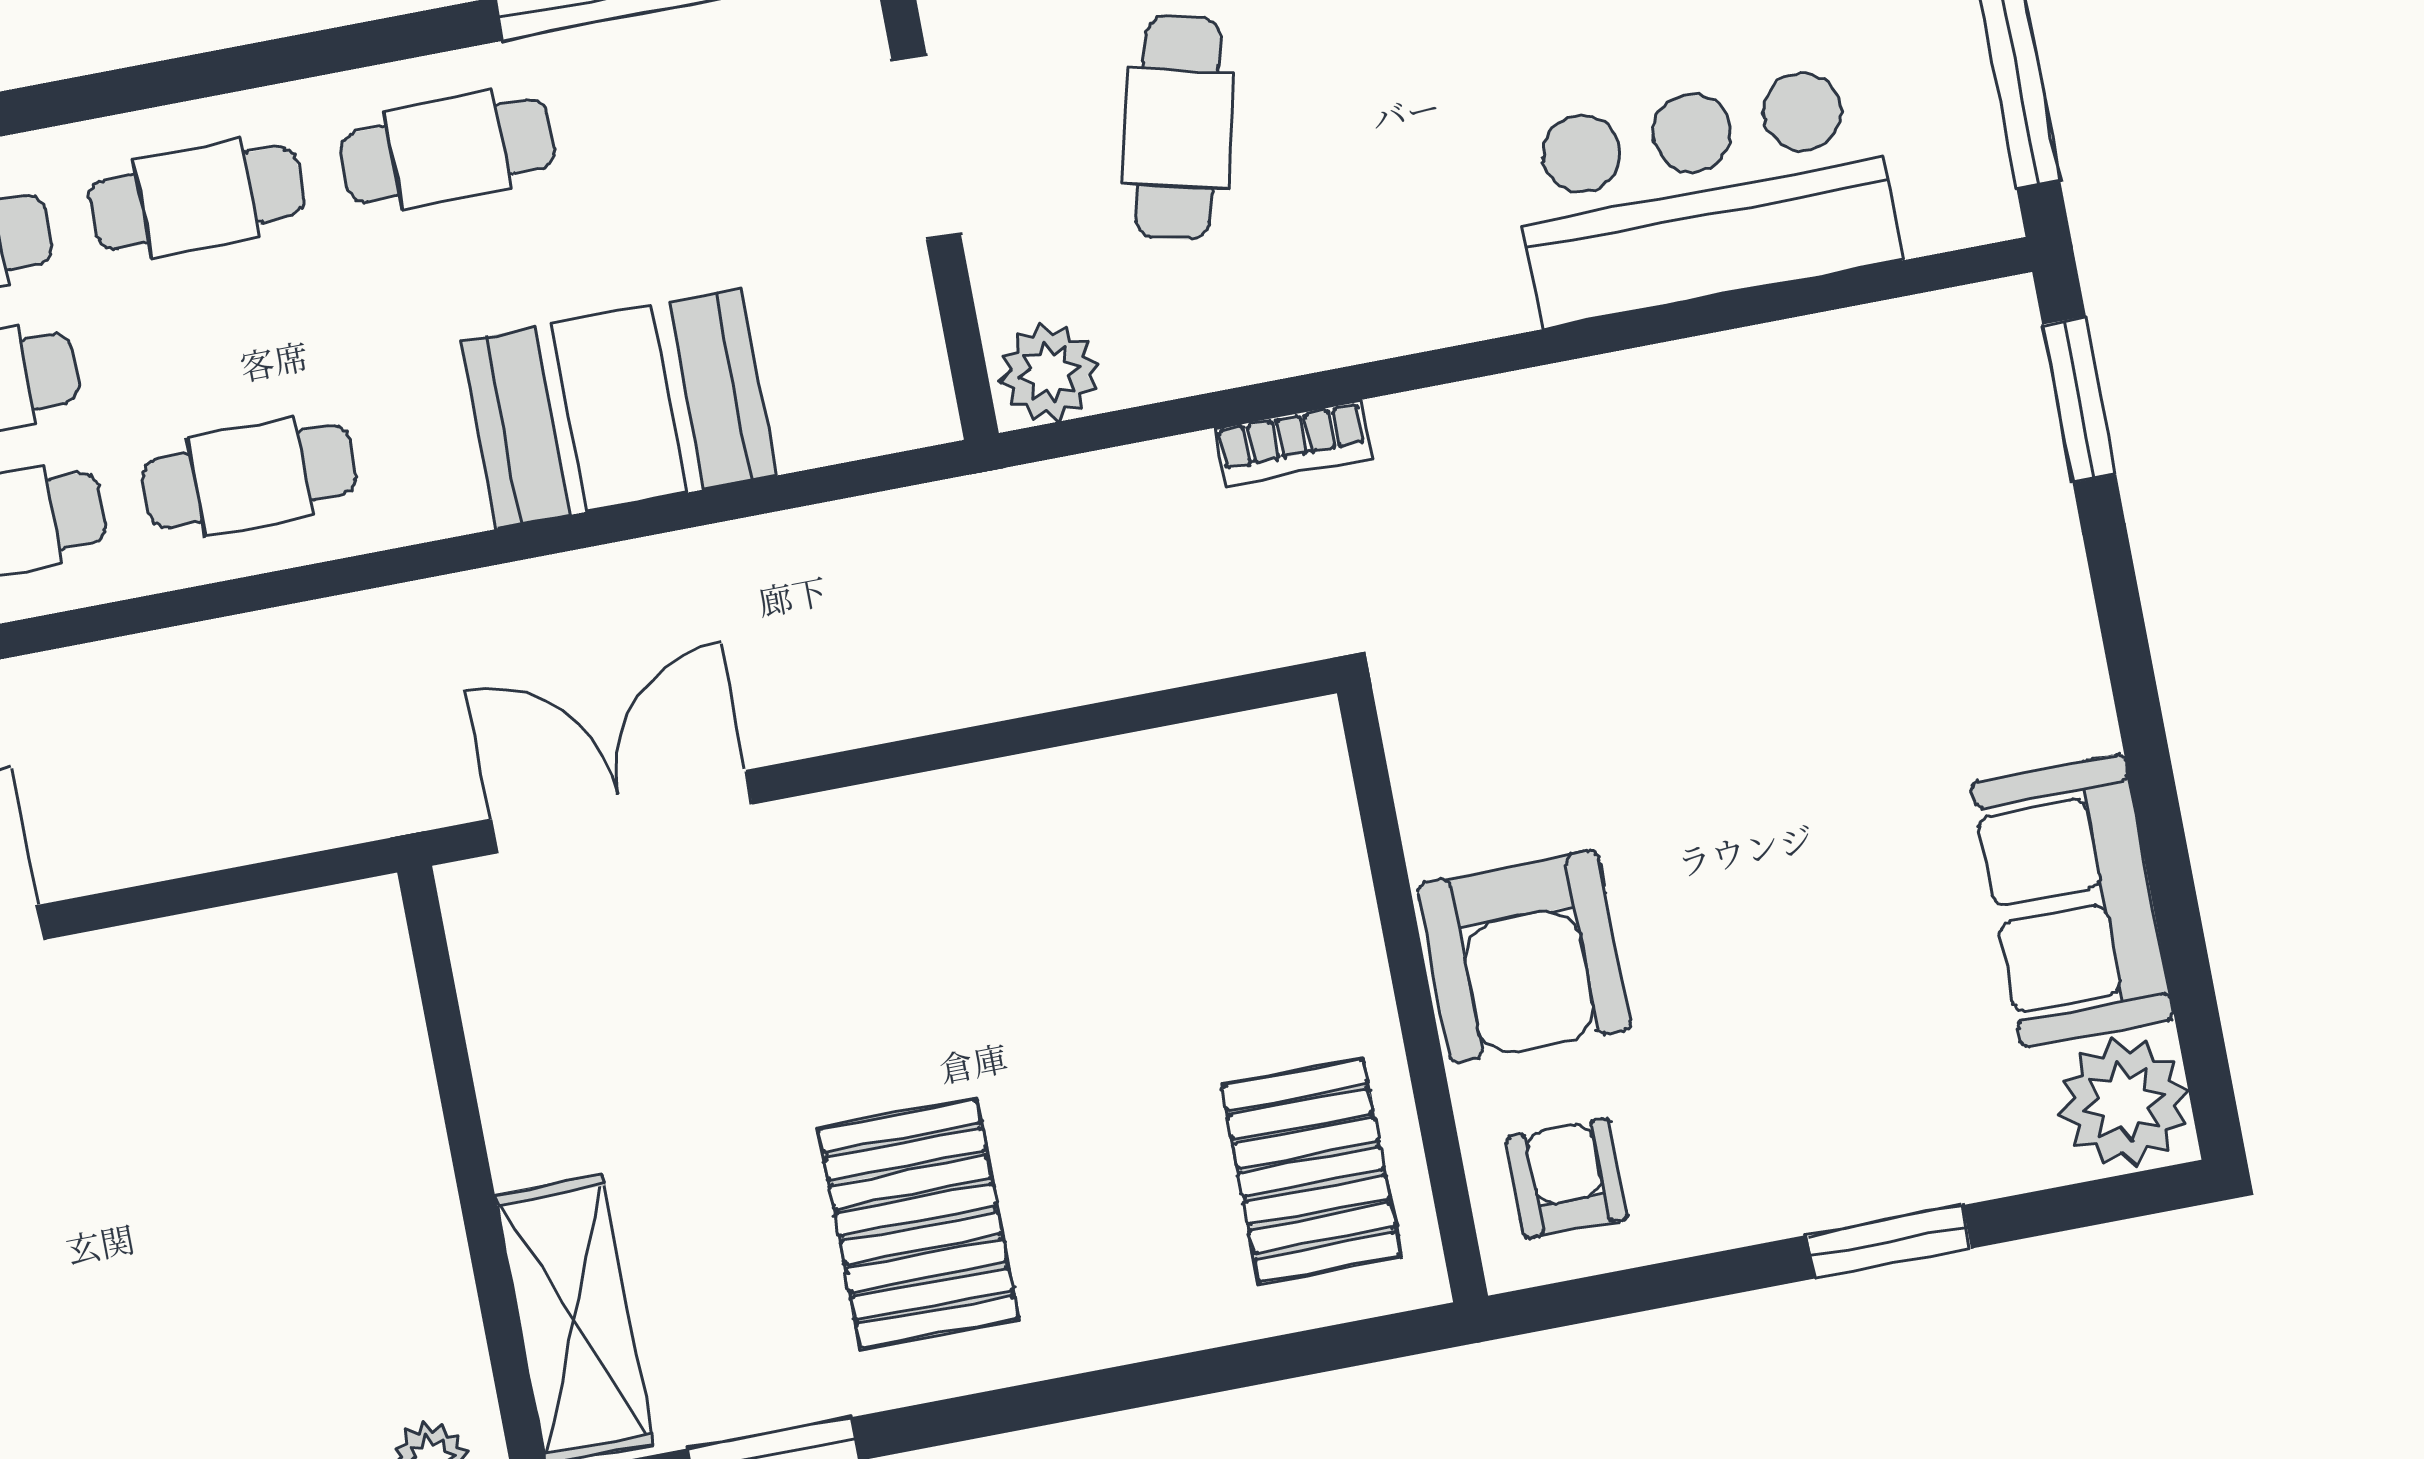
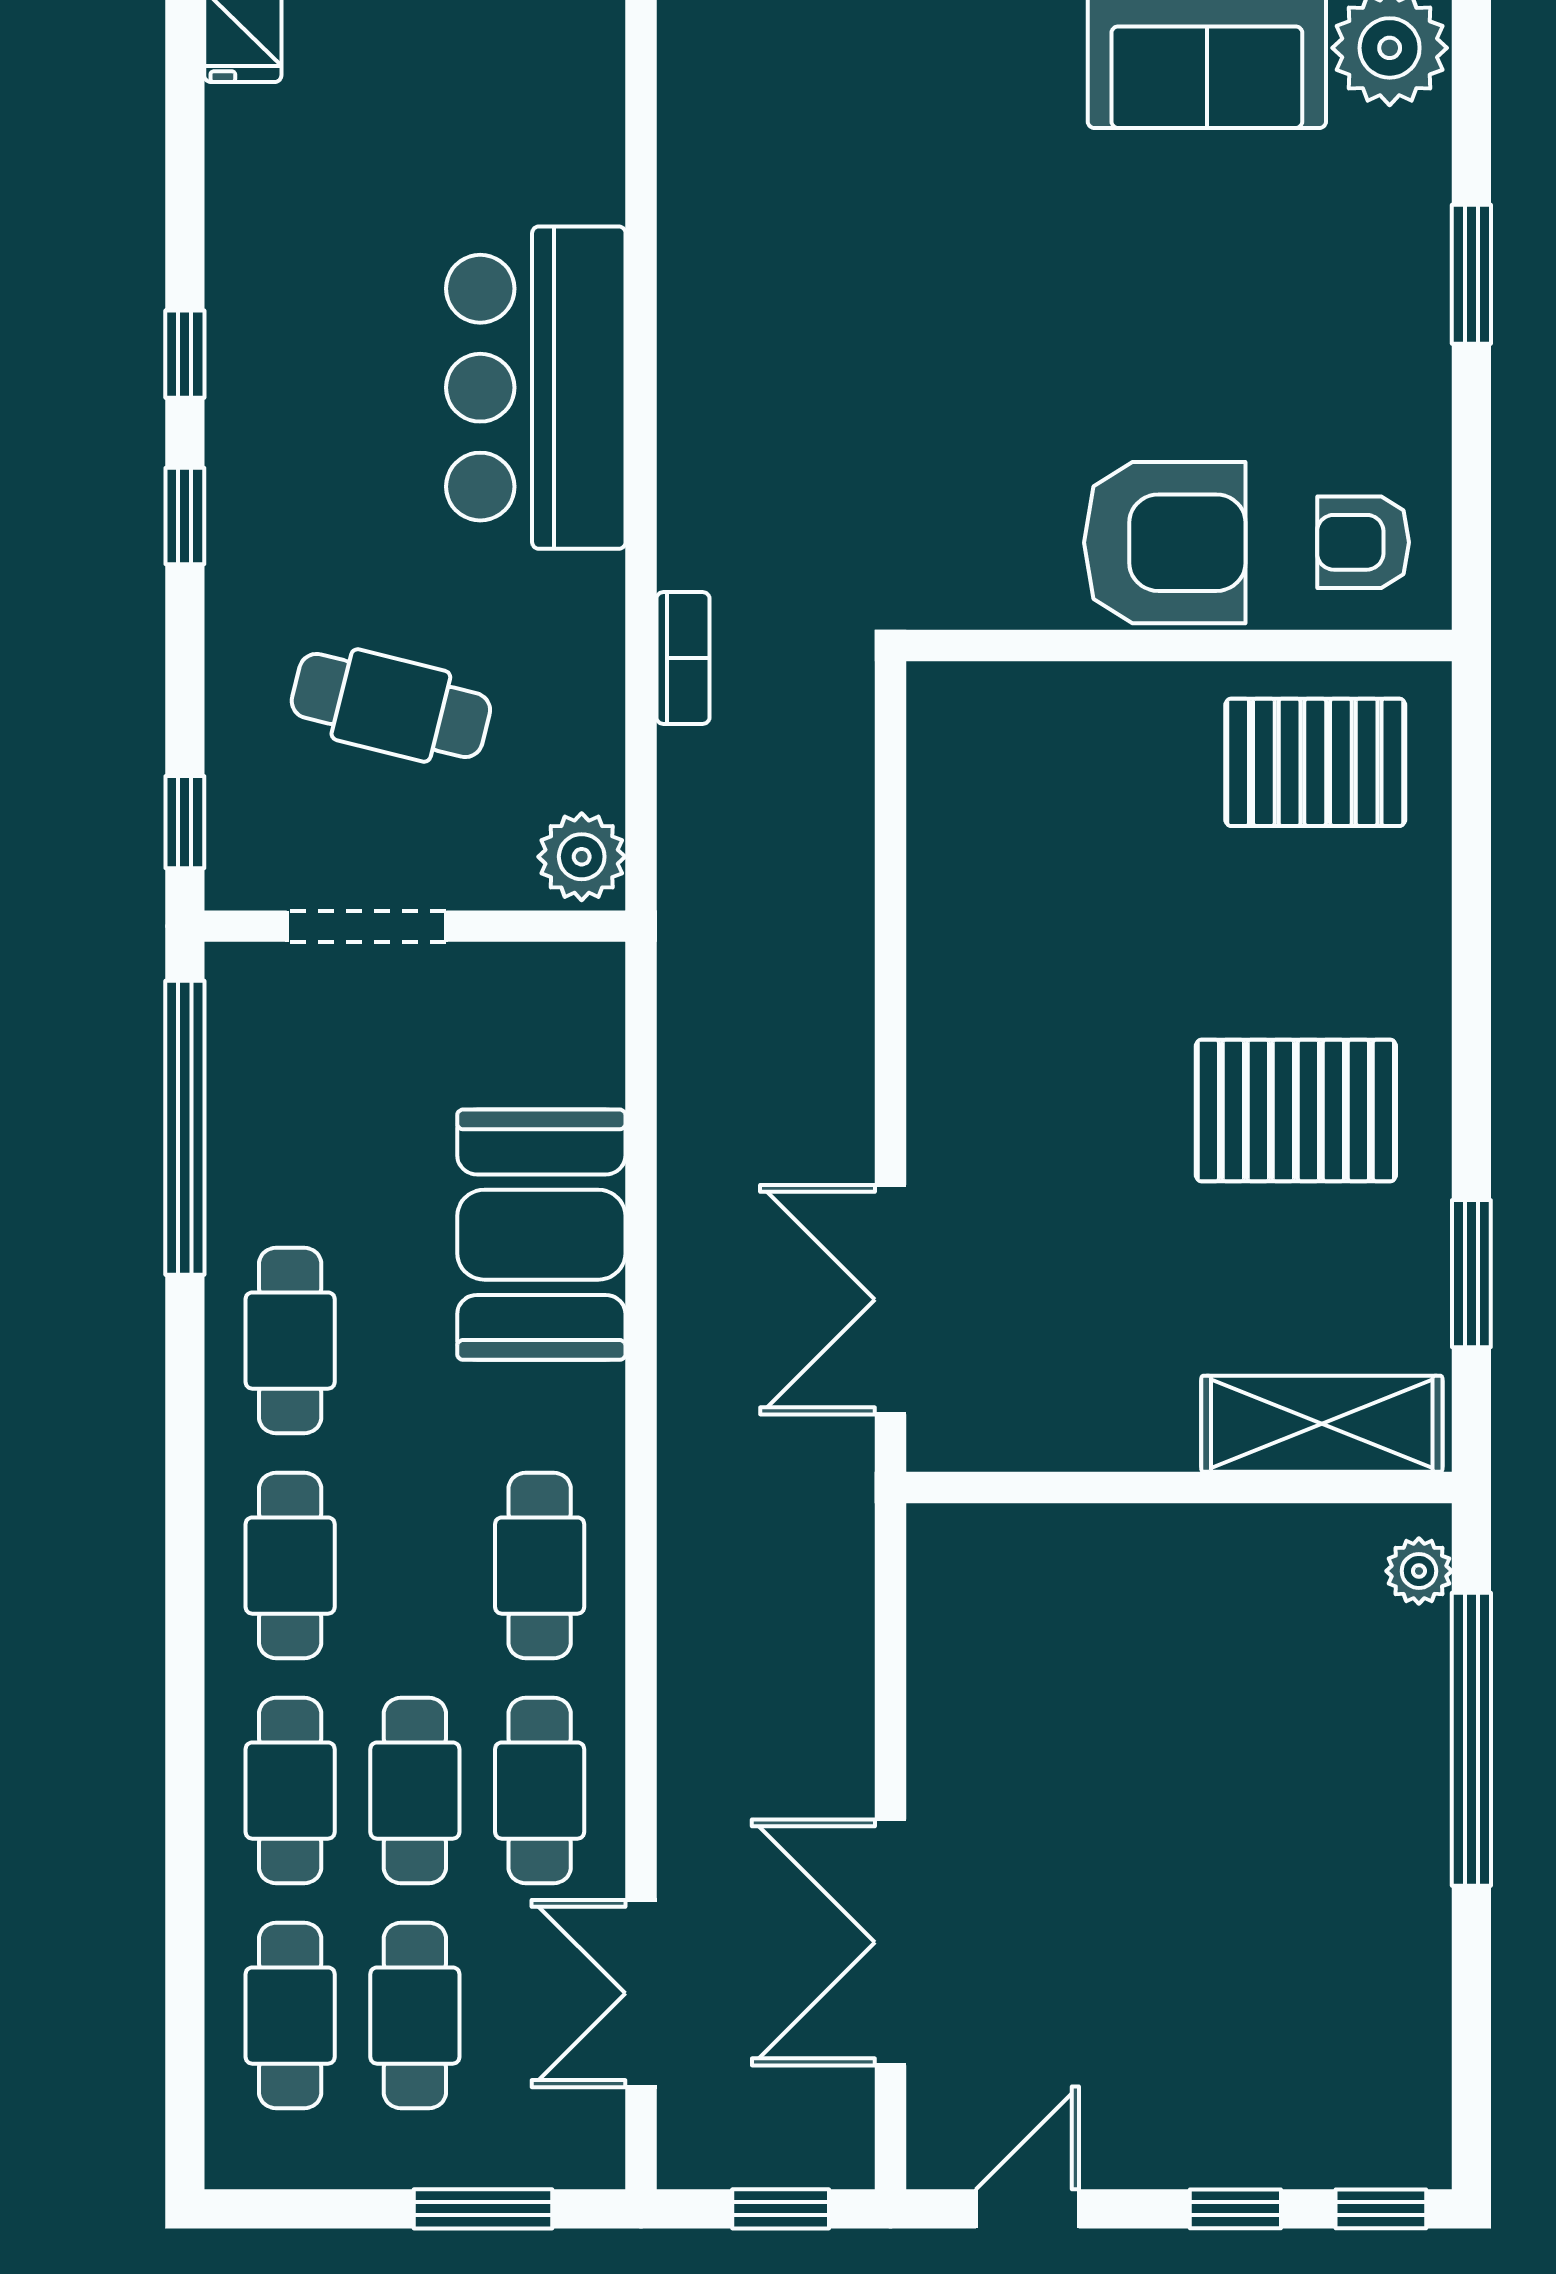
bar counter: (1704, 195) -> (536, 388), moved

